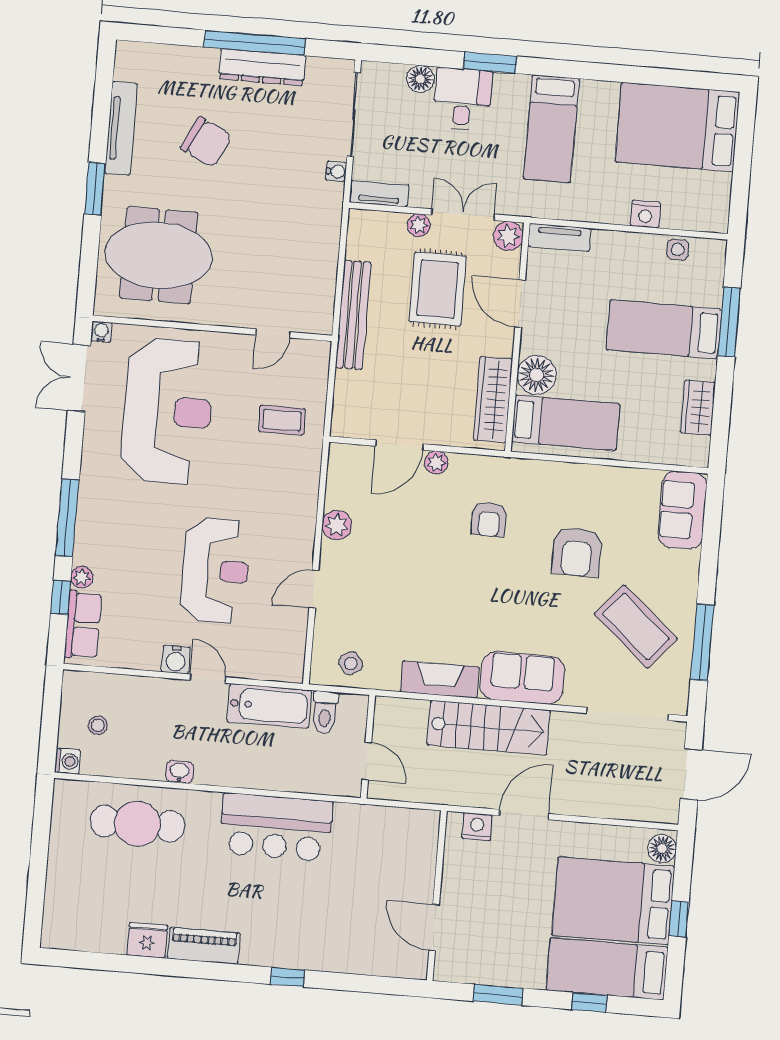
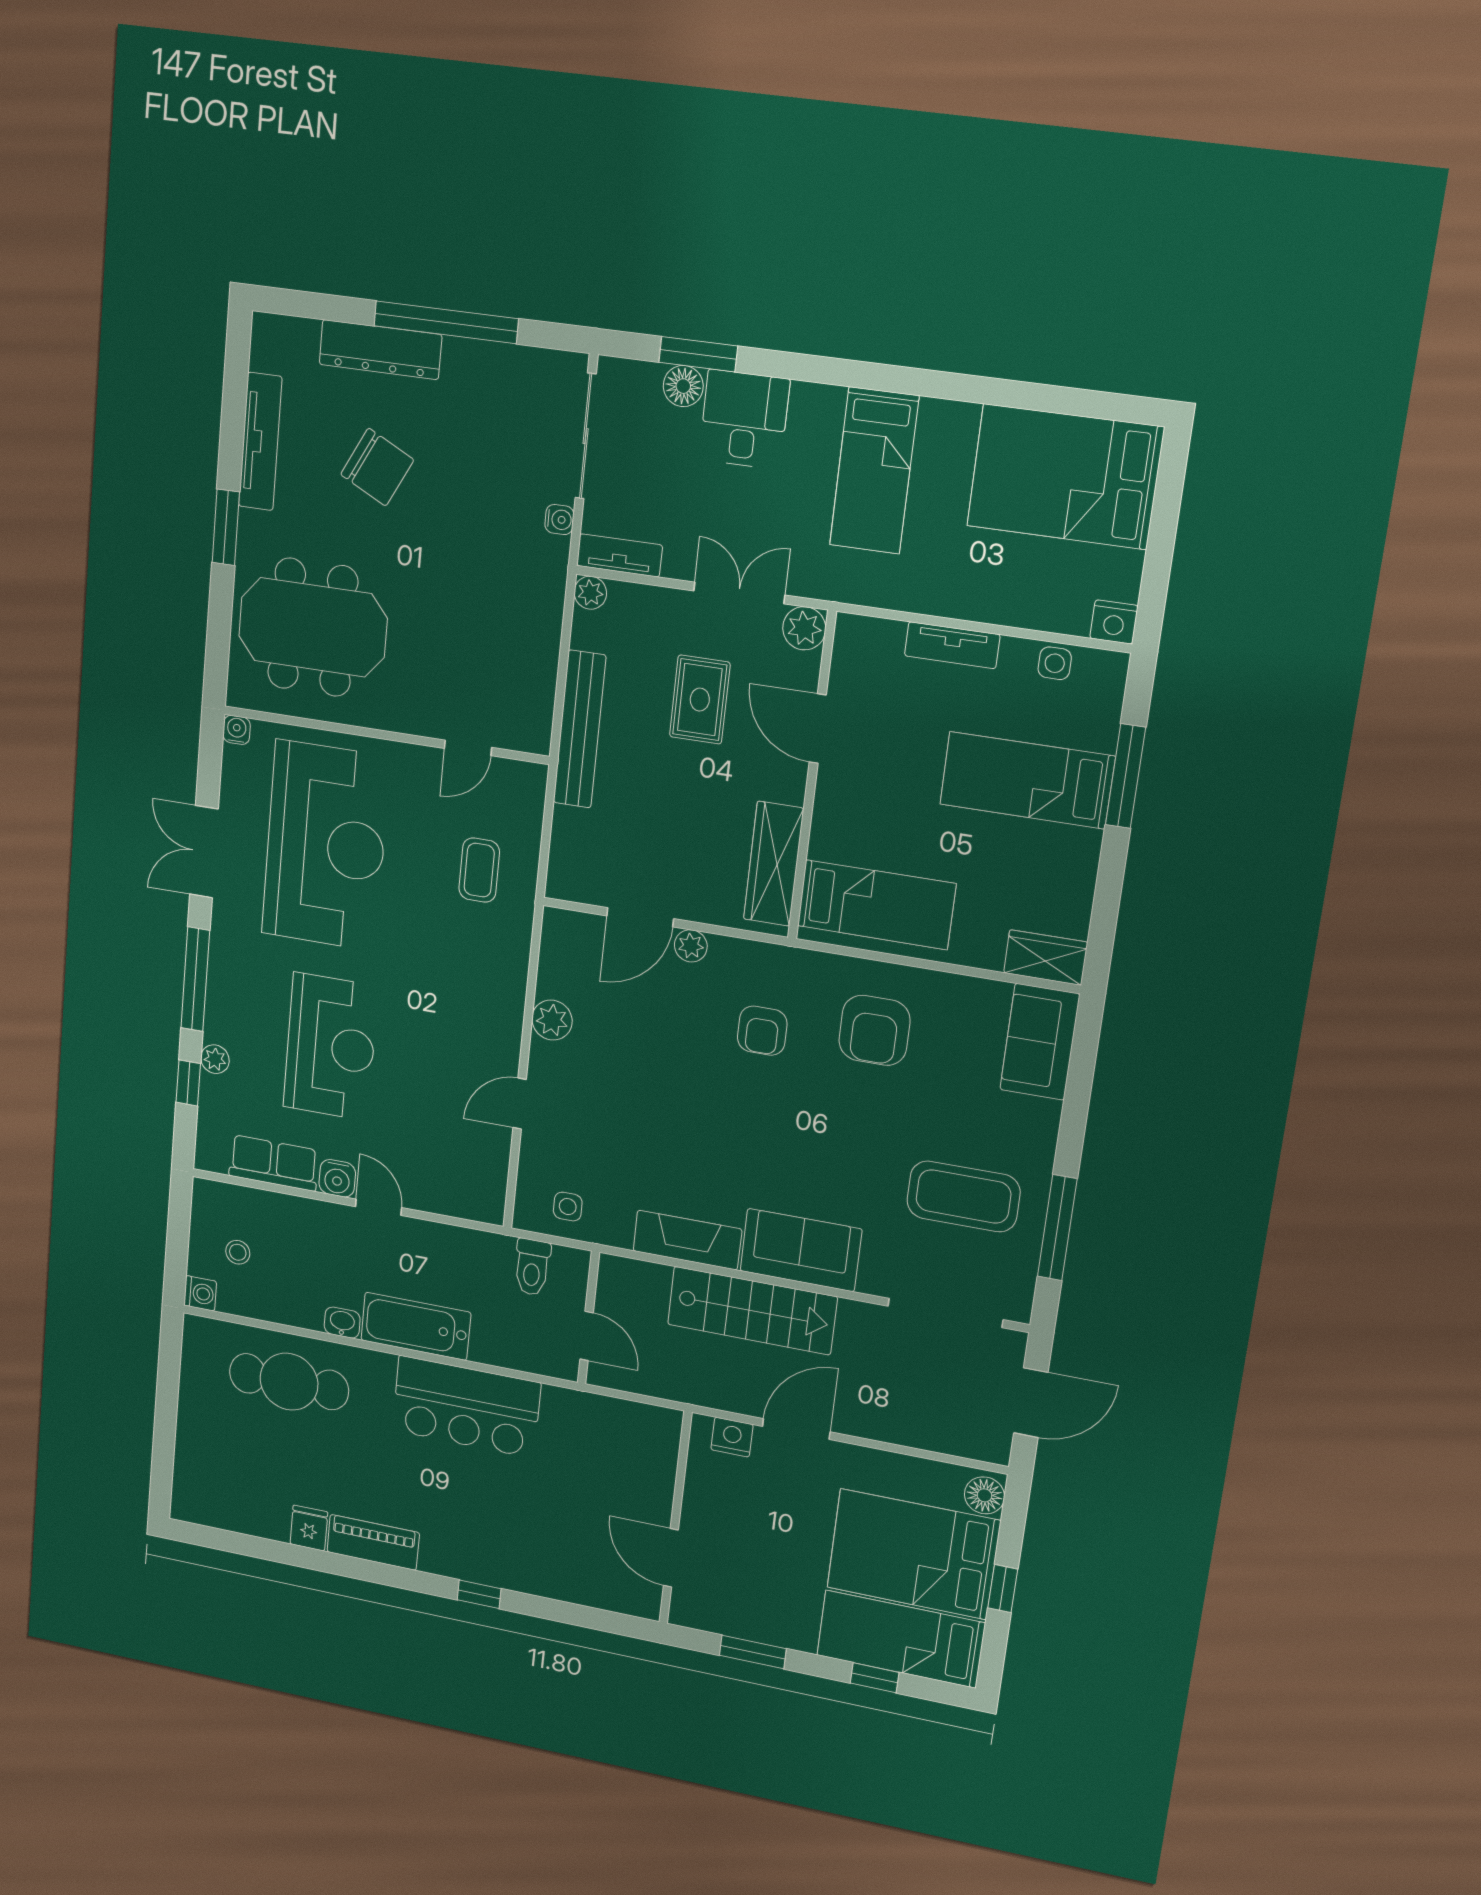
window: (490, 63) -> (698, 354), moved
dresser: (262, 67) -> (380, 350), moved
nightstand: (645, 214) -> (1114, 622), moved
plant: (419, 225) -> (590, 593), moved
tv unit: (559, 237) -> (952, 645), moved
rug: (438, 289) -> (700, 700), width x0.73, depth x0.70
floor lamp: (537, 375) -> (837, 833), removed
double door: (79, 378) -> (204, 852), moved
wardrobe: (698, 408) -> (1046, 958), moved, turned 90
coffee table: (282, 420) -> (479, 870), turned 90
armchair: (577, 552) -> (874, 1030), moved
reception desk: (215, 570) -> (331, 1047), moved
row of seats: (83, 625) -> (274, 1163), moved, turned -90
coffee table: (636, 626) -> (963, 1196), turned -41
side table: (351, 663) -> (568, 1207), turned 36
bathtub: (269, 706) -> (416, 1326), moved, turned 180
fridge: (147, 940) -> (309, 1528), width x0.72

